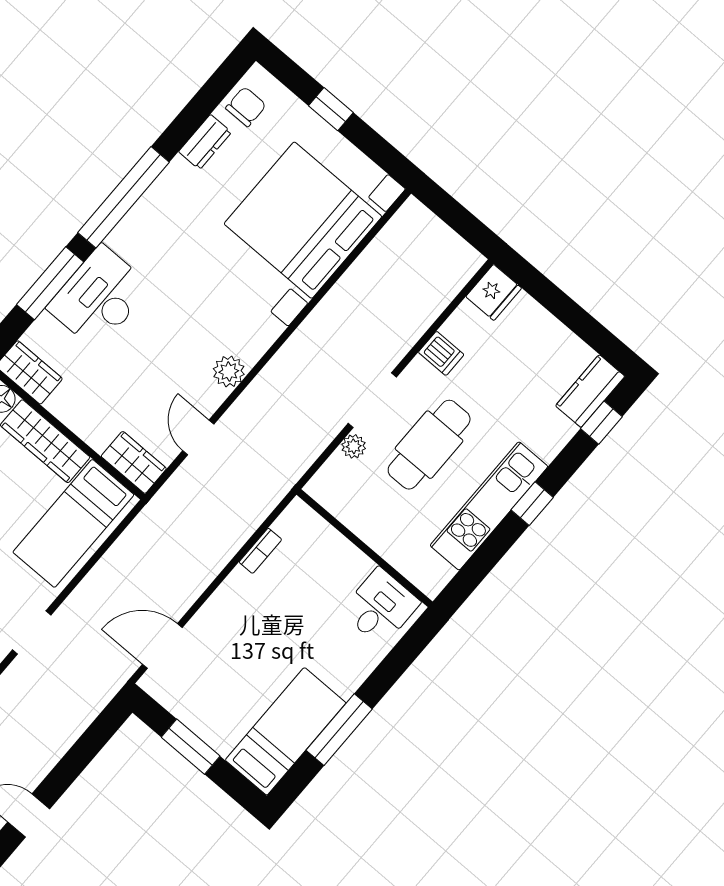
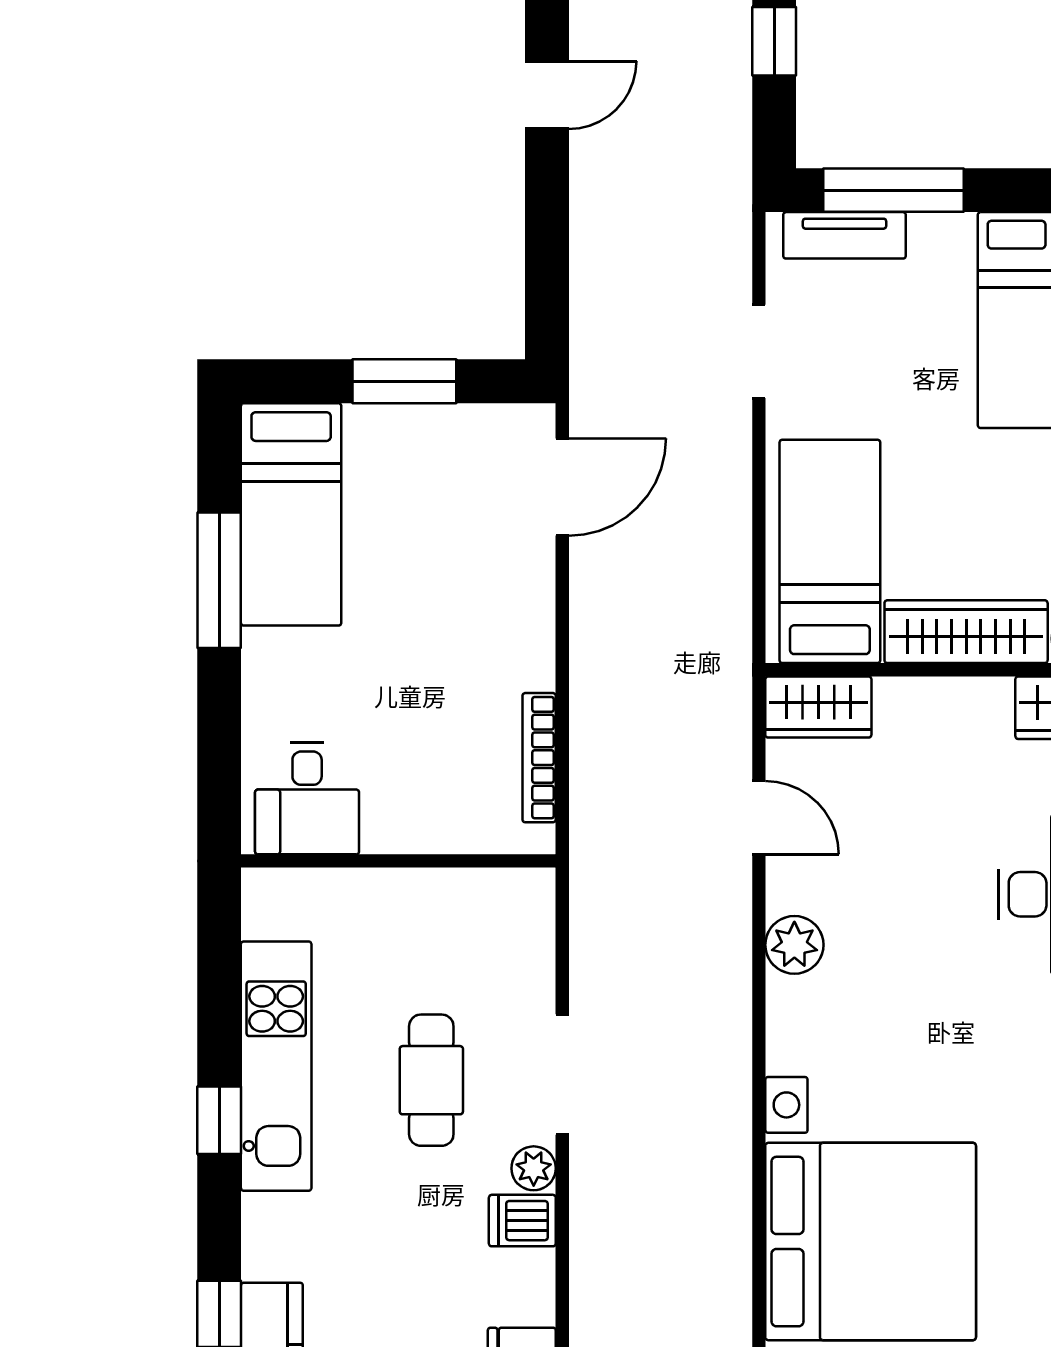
cafe table: (429, 445) -> (431, 1080), width x0.73, depth x0.74
plant: (354, 446) -> (534, 1168), moved
bookcase: (260, 551) -> (539, 758), width x1.56

